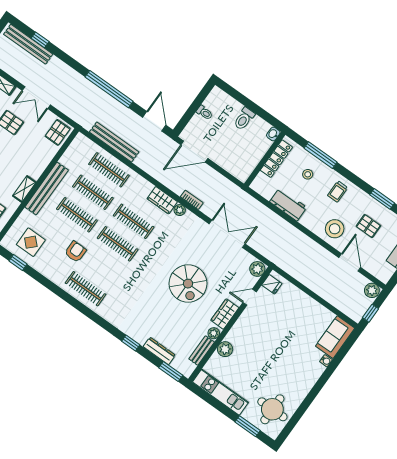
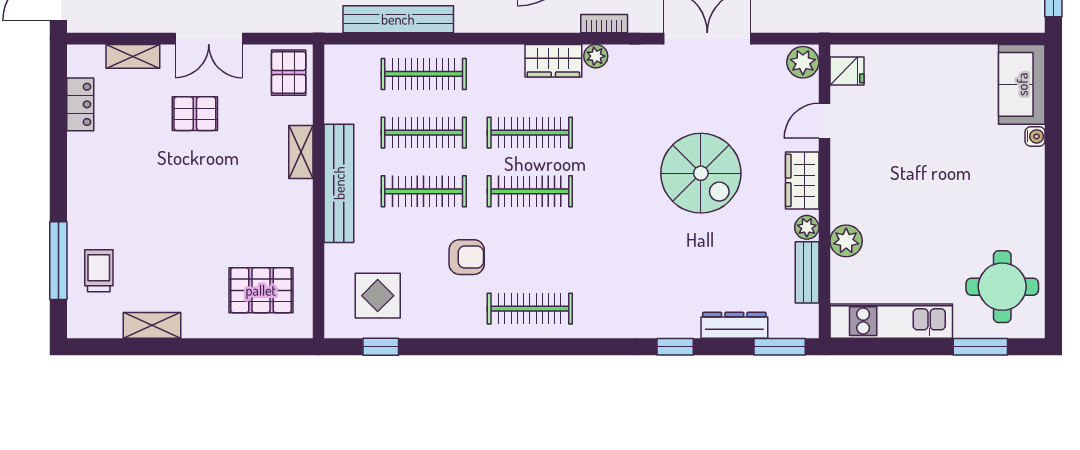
shelving: (24, 189) -> (301, 152), moved
armchair: (75, 252) -> (467, 257), turned 90

